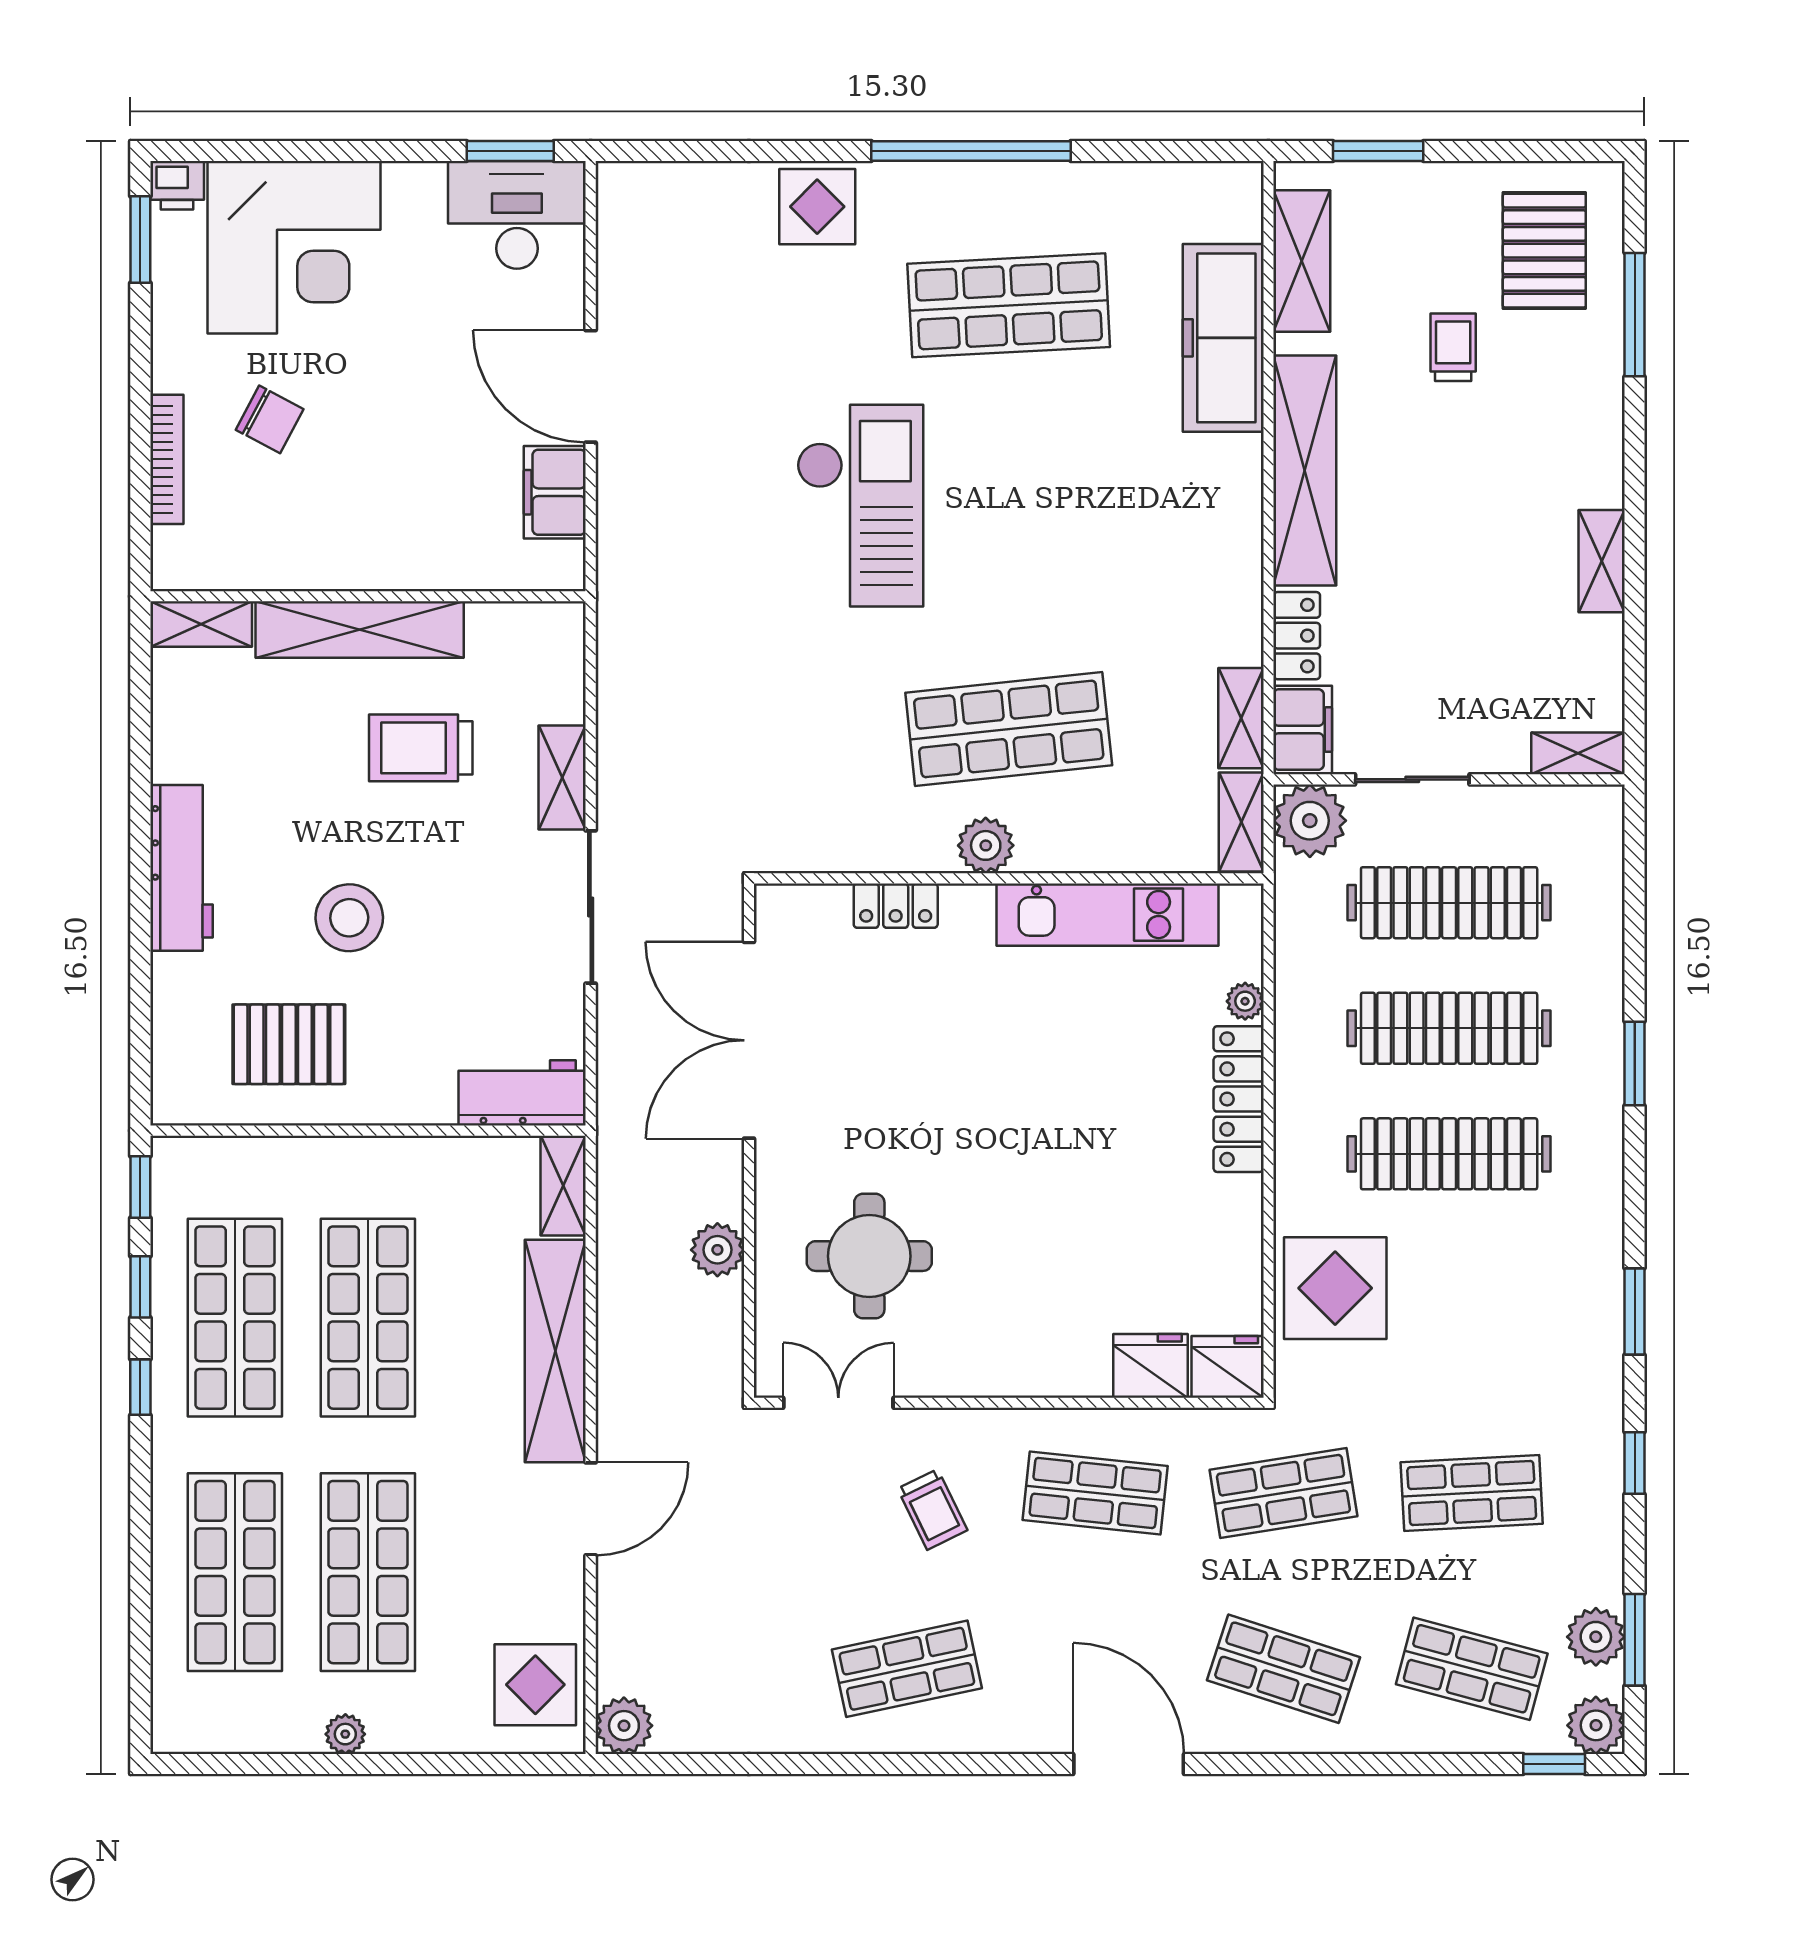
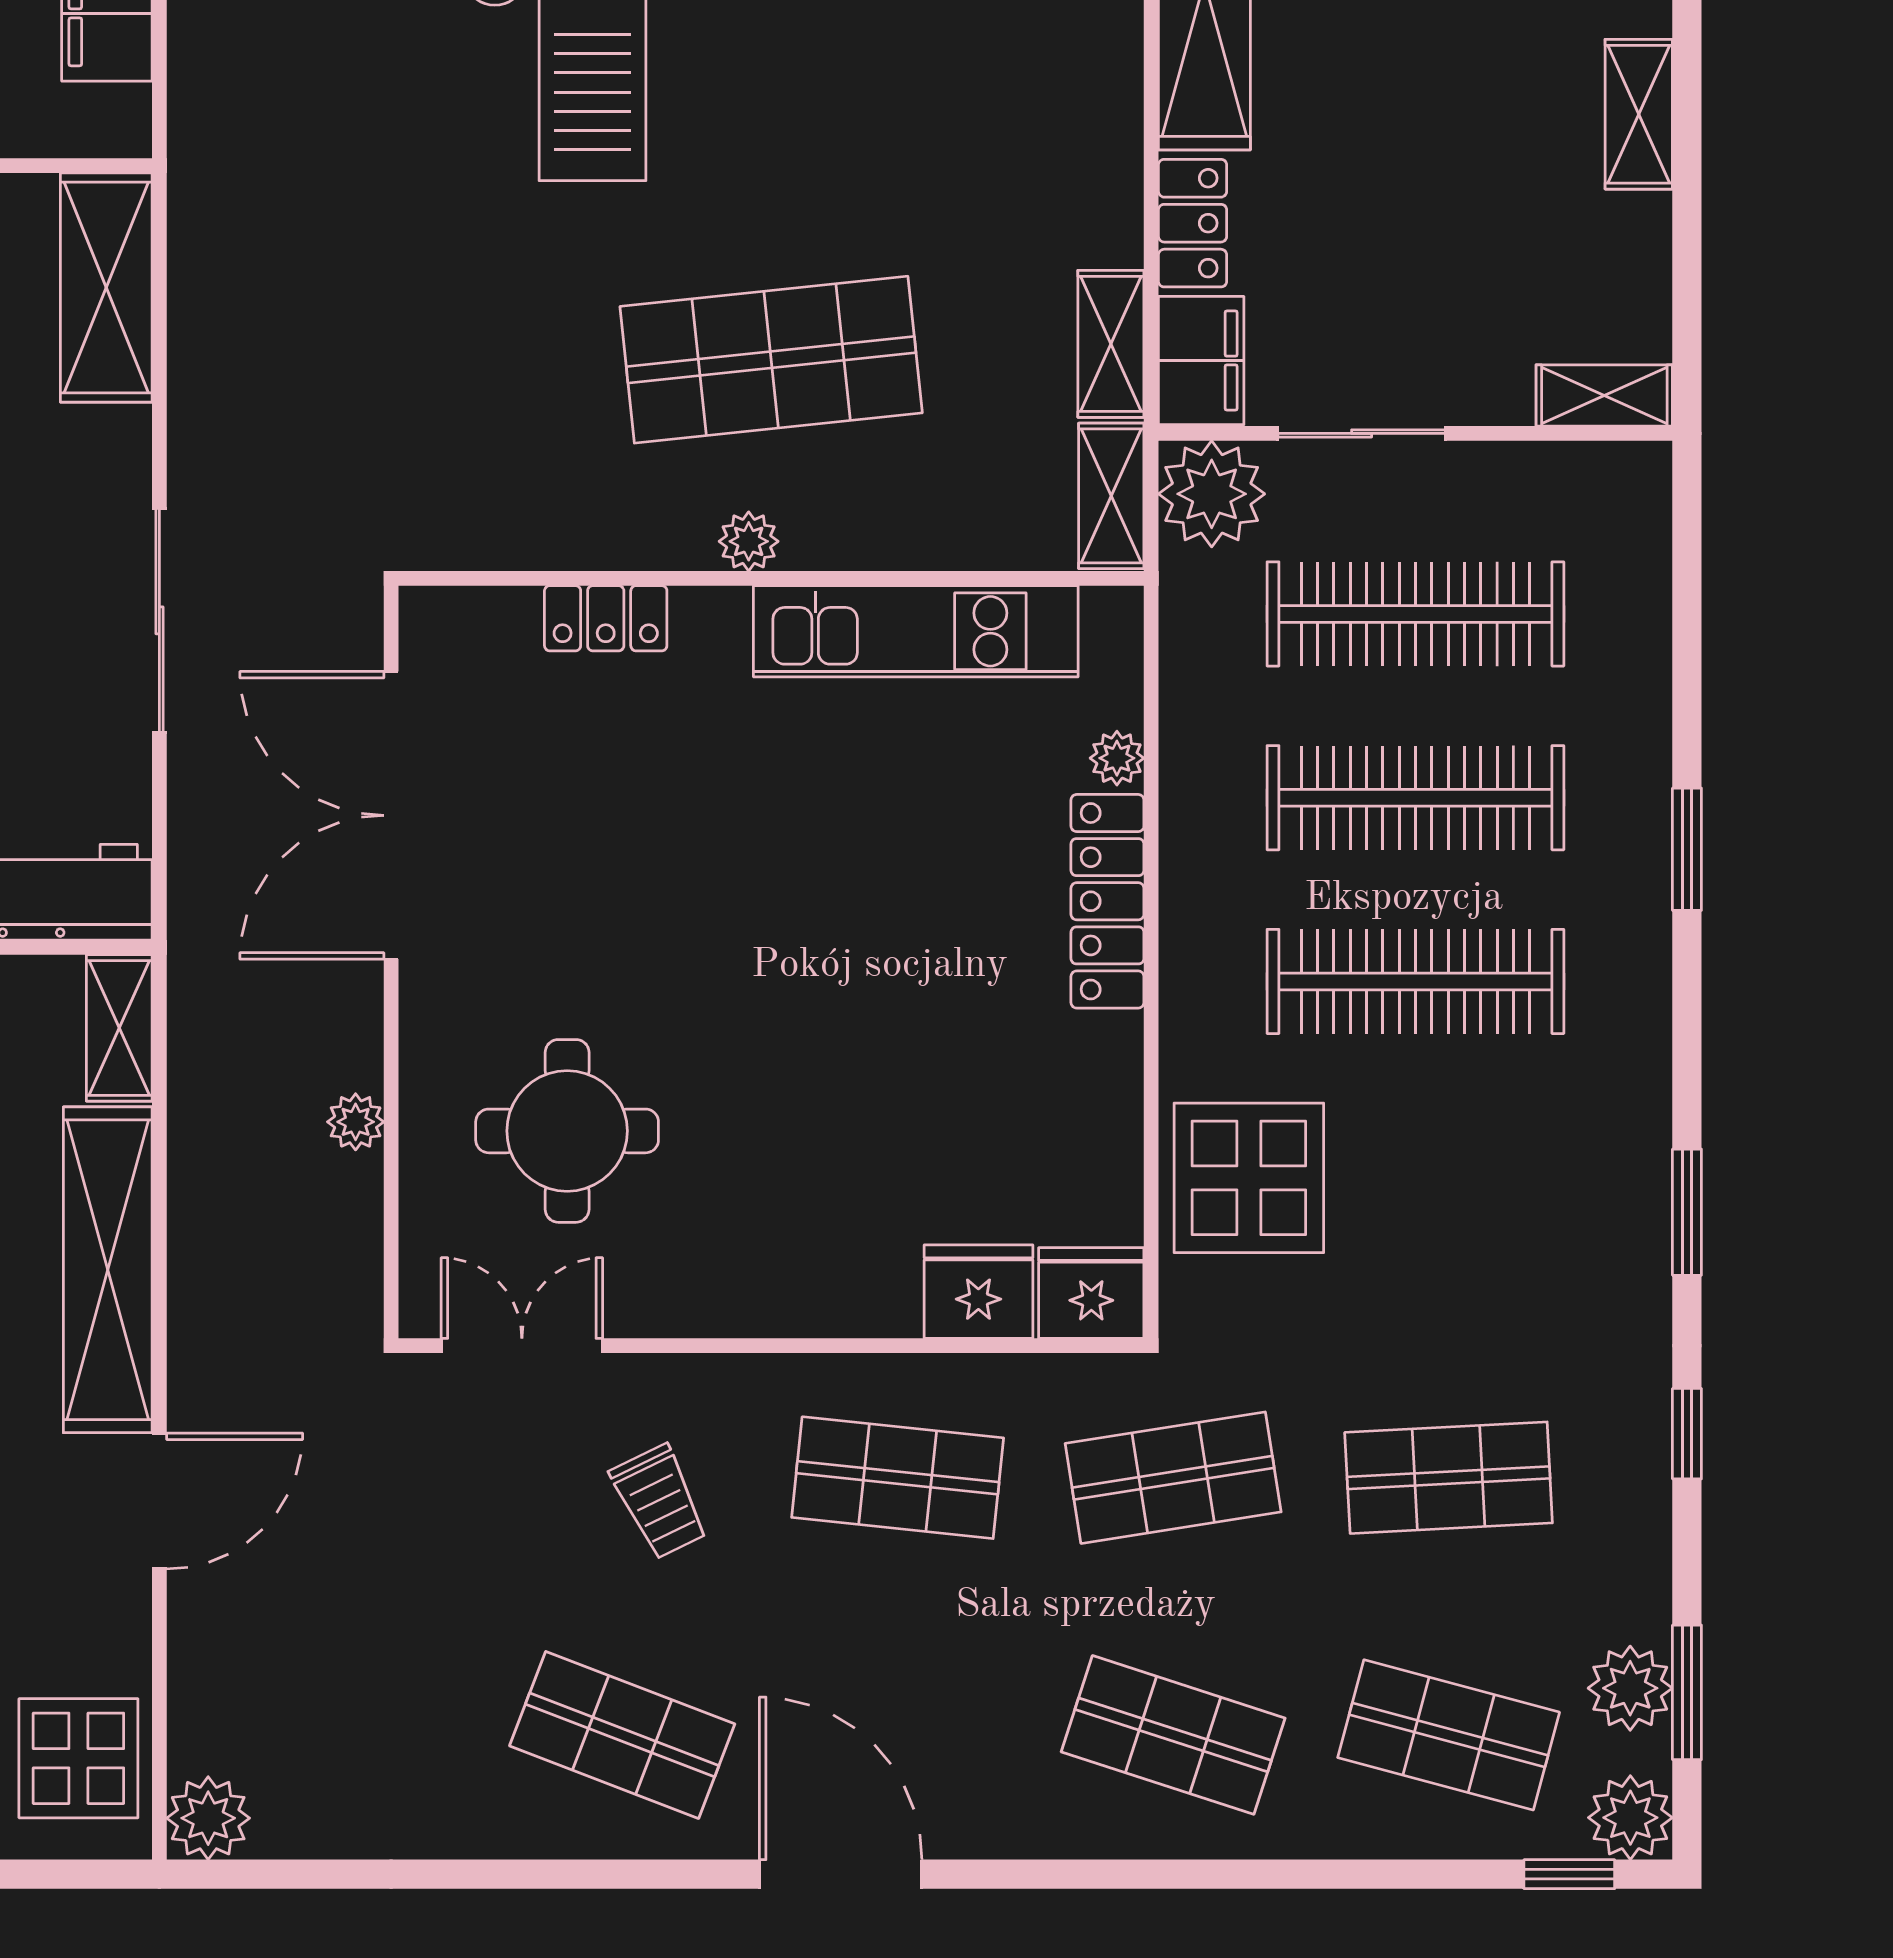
shelving: (562, 777) -> (106, 288), moved, width x1.50, depth x1.33
plant: (986, 845) -> (749, 541), width x0.73, depth x0.73
plant: (717, 1250) -> (356, 1122), width x0.73, depth x0.73
shop shelf: (907, 1669) -> (622, 1735), turned 33
door: (1129, 1764) -> (841, 1874), moved

